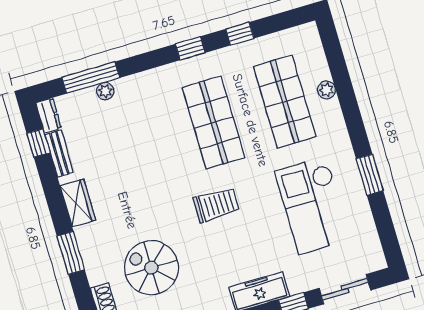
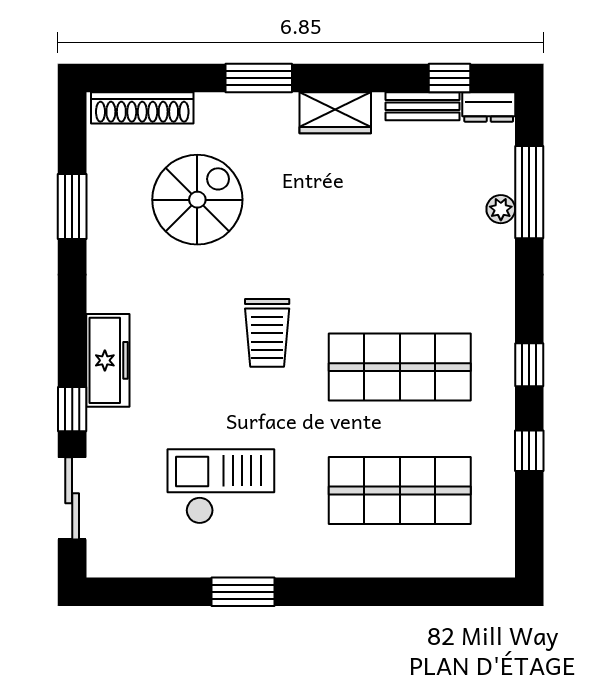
plant: (327, 90) -> (399, 563), removed
checkout: (313, 205) -> (221, 486), width x0.73, depth x0.83

